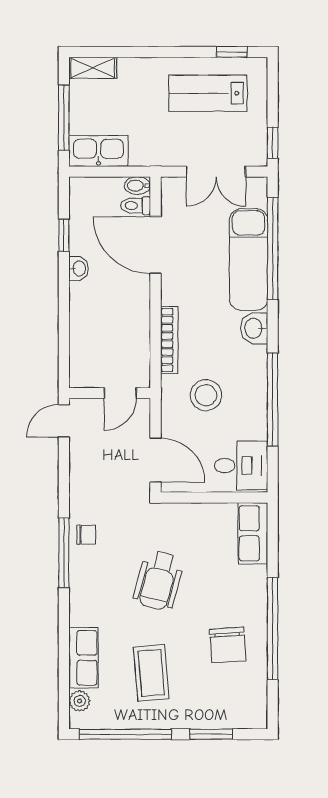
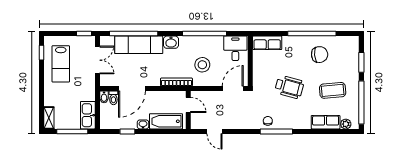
bathtub: (85, 318) -> (166, 121), added
wall: (110, 393) -> (188, 110), moved
door: (120, 393) -> (188, 105), moved

